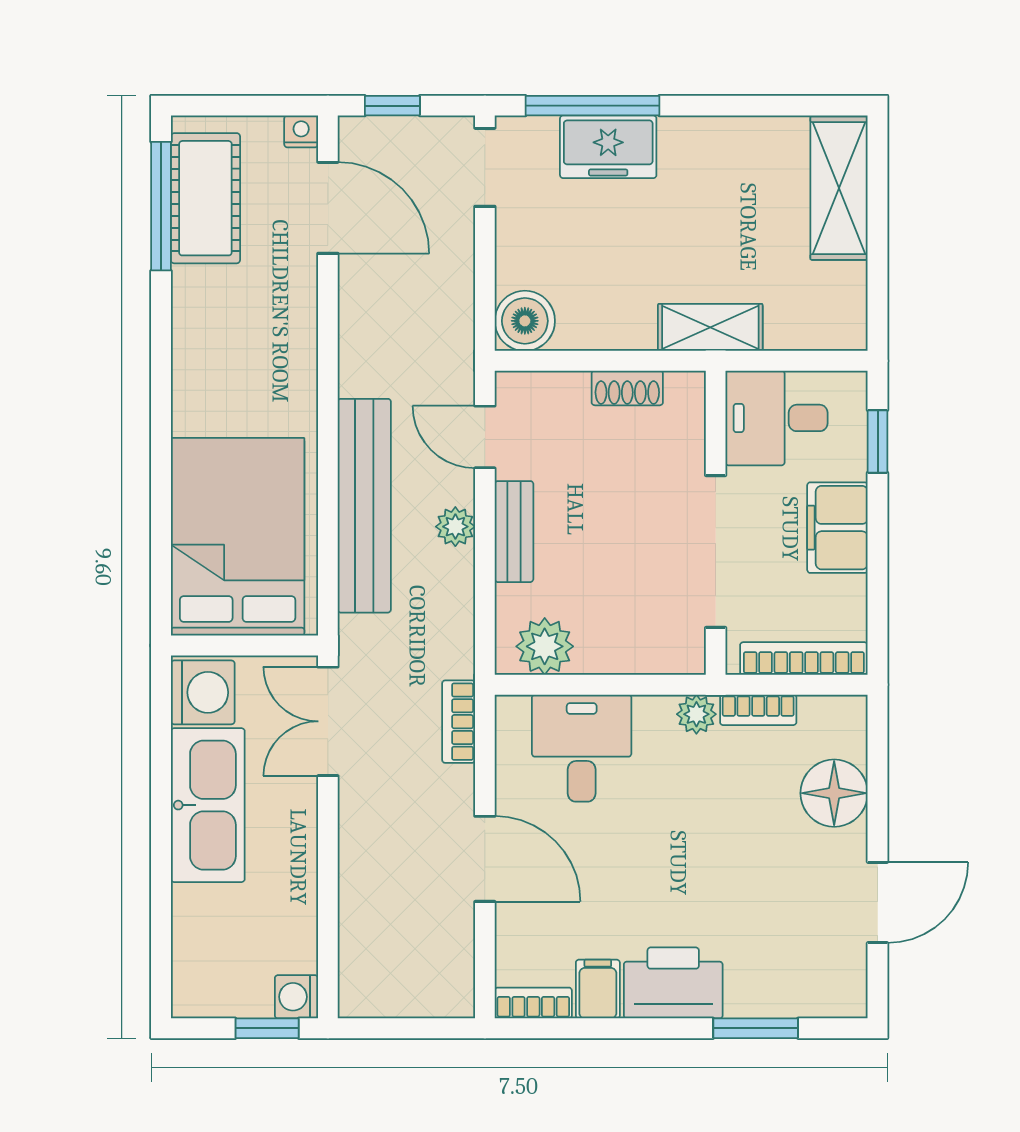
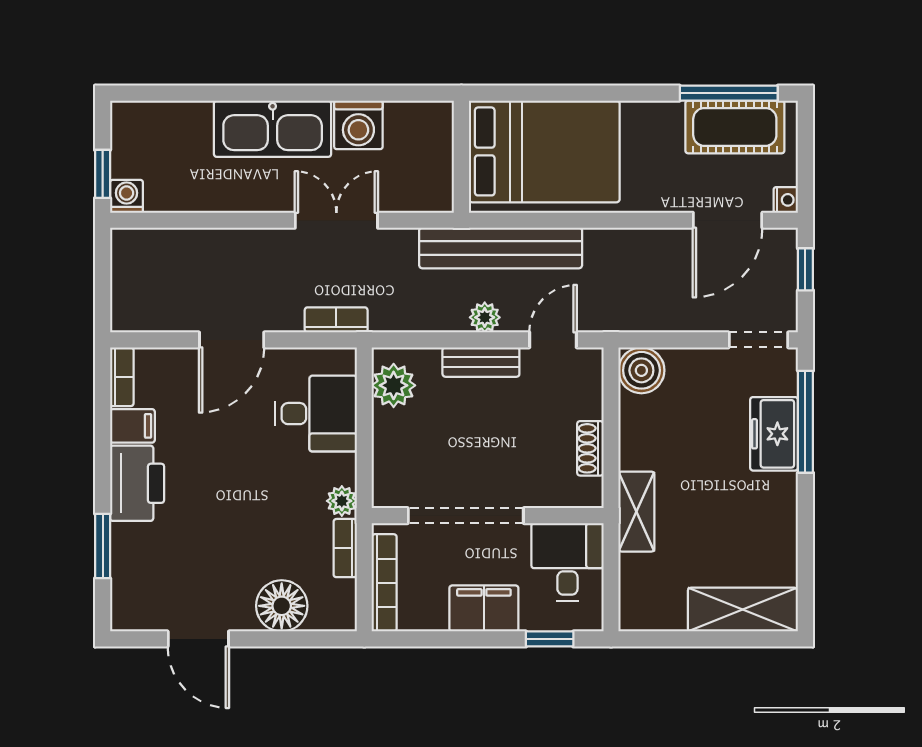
bed: (238, 537) -> (544, 151), moved
wall: (244, 645) -> (461, 157), moved

